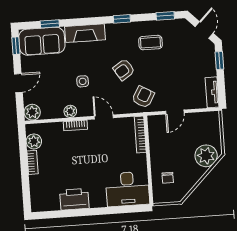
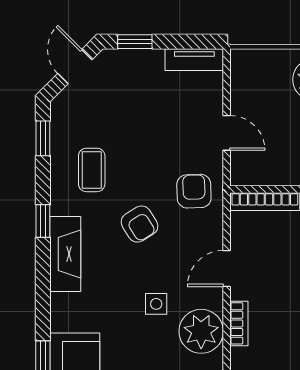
door: (204, 30) -> (75, 67), hinge flipped
fireplace: (85, 33) -> (65, 254), moved
armchair: (143, 97) -> (194, 191), turned 58
plant: (70, 111) -> (201, 331), width x1.88, depth x1.88

